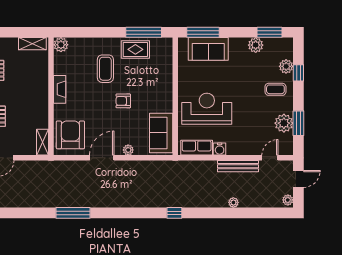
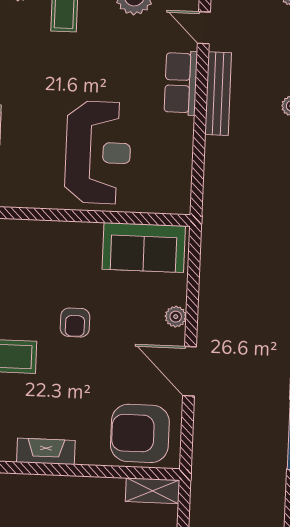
reception desk: (207, 109) -> (98, 152), turned 180
row of seats: (197, 148) -> (181, 83), moved
water cooler: (220, 149) -> (182, 130), removed

